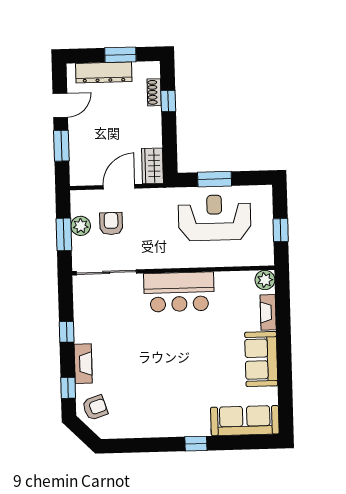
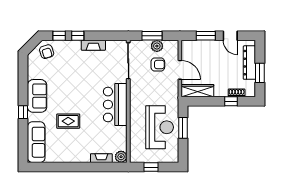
wardrobe: (152, 166) -> (197, 91), width x1.50
window: (67, 332) -> (78, 36), moved
sofa: (261, 359) -> (37, 96), moved, turned 90
fireplace: (83, 364) -> (93, 45), moved
rug: (209, 369) -> (68, 121), added

